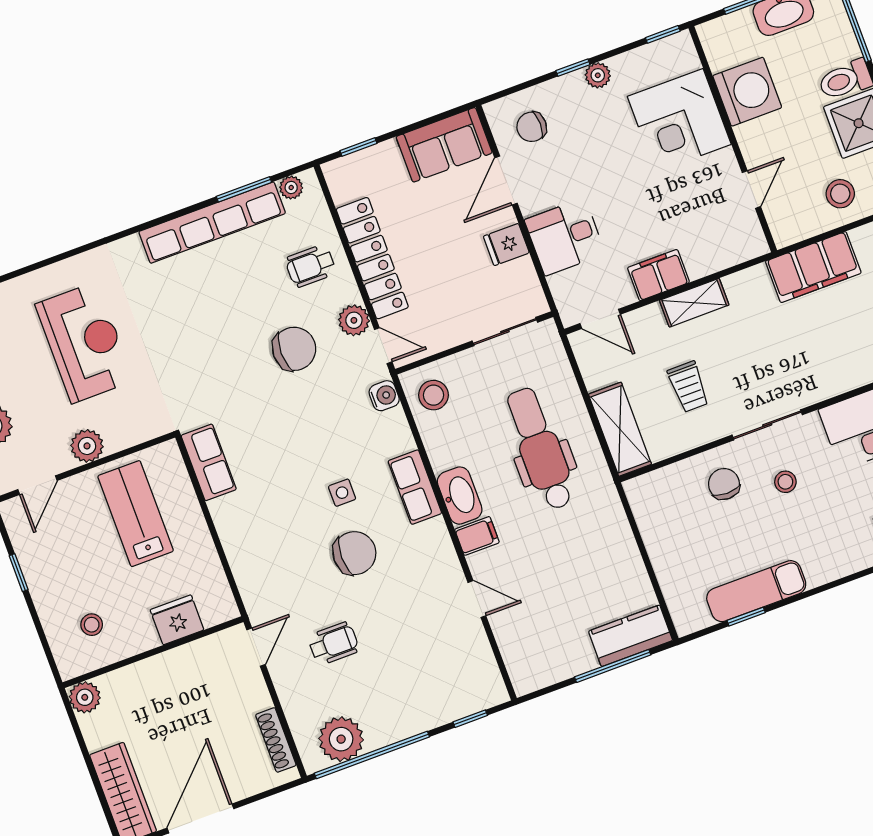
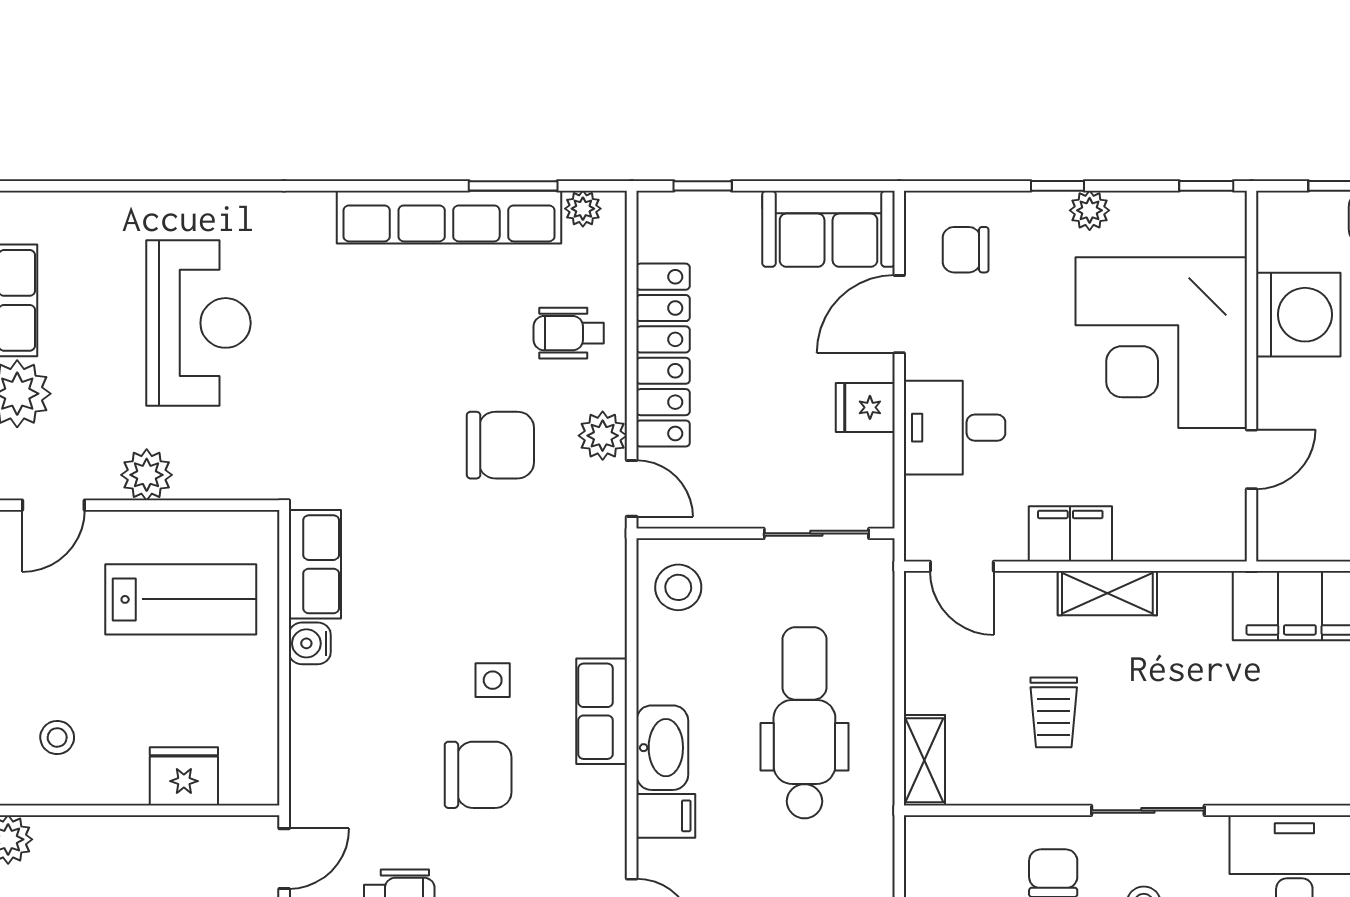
corner desk: (679, 120) -> (1161, 343), width x1.36, depth x1.36
water cooler: (384, 396) -> (310, 643), moved, turned 180
shelving: (620, 429) -> (924, 760), width x0.67, depth x0.75
lab bench: (136, 514) -> (181, 599), turned 90

